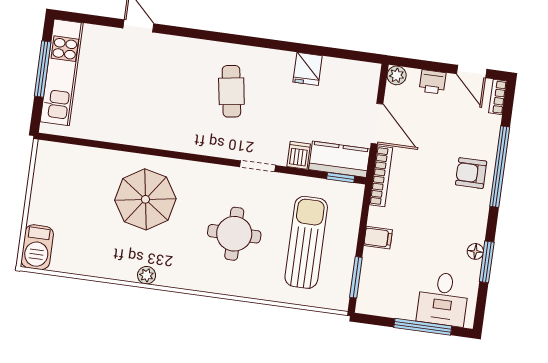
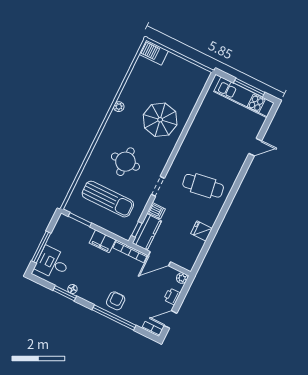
cafe table: (231, 91) -> (203, 186), width x1.37, depth x1.35
filing cabinet: (378, 238) -> (102, 241), width x2.00

